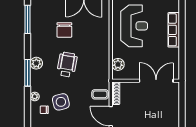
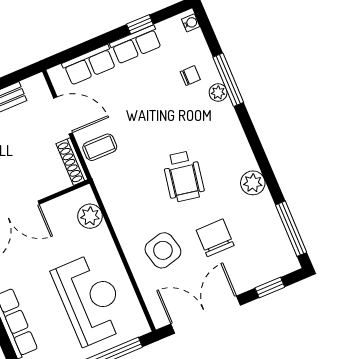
reception desk: (134, 26) -> (90, 299), turned 180
plant: (36, 63) -> (253, 183), moved
window: (28, 73) -> (228, 80), moved
side table: (61, 102) -> (163, 250), moved

